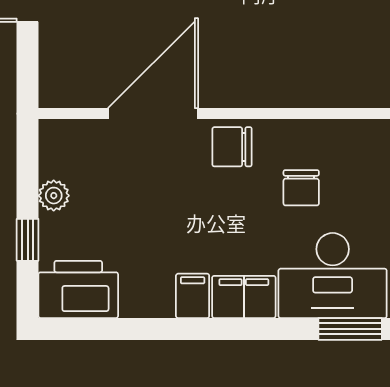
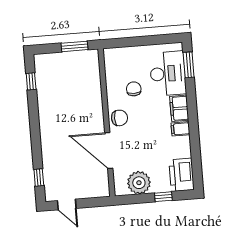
chair: (232, 147) -> (120, 118), turned -90
chair: (301, 188) -> (134, 89), turned -90
plant: (54, 196) -> (139, 183), width x1.87, depth x1.87

